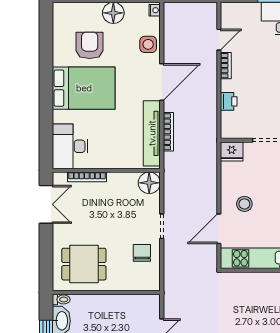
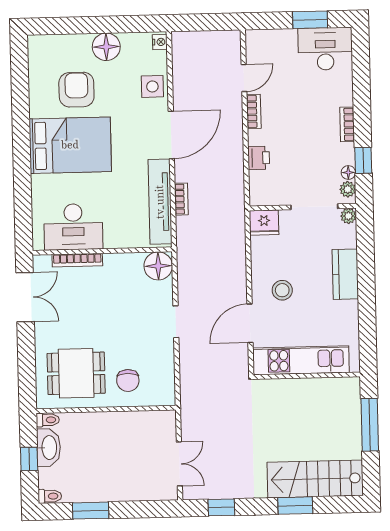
bookcase: (168, 132) -> (181, 199), width x0.64
desk: (70, 146) -> (73, 227), moved, turned -90
chair: (142, 253) -> (128, 380), moved, turned 180

